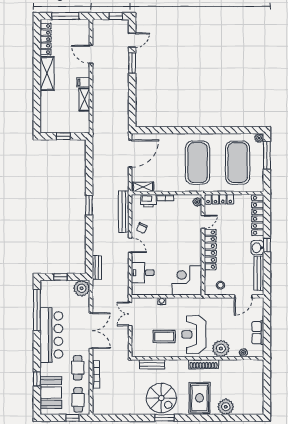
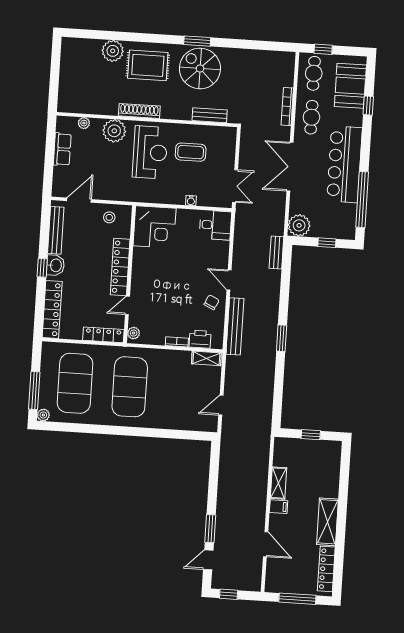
door: (130, 154) -> (221, 405), width x0.53
desk: (143, 273) -> (215, 225), moved
rug: (199, 398) -> (148, 65), turned 90

